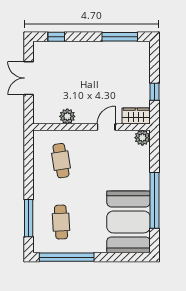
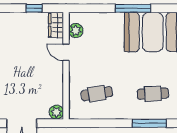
plant: (67, 116) -> (56, 112), moved
plant: (142, 138) -> (76, 31), moved
window: (155, 200) -> (133, 8), width x0.68

